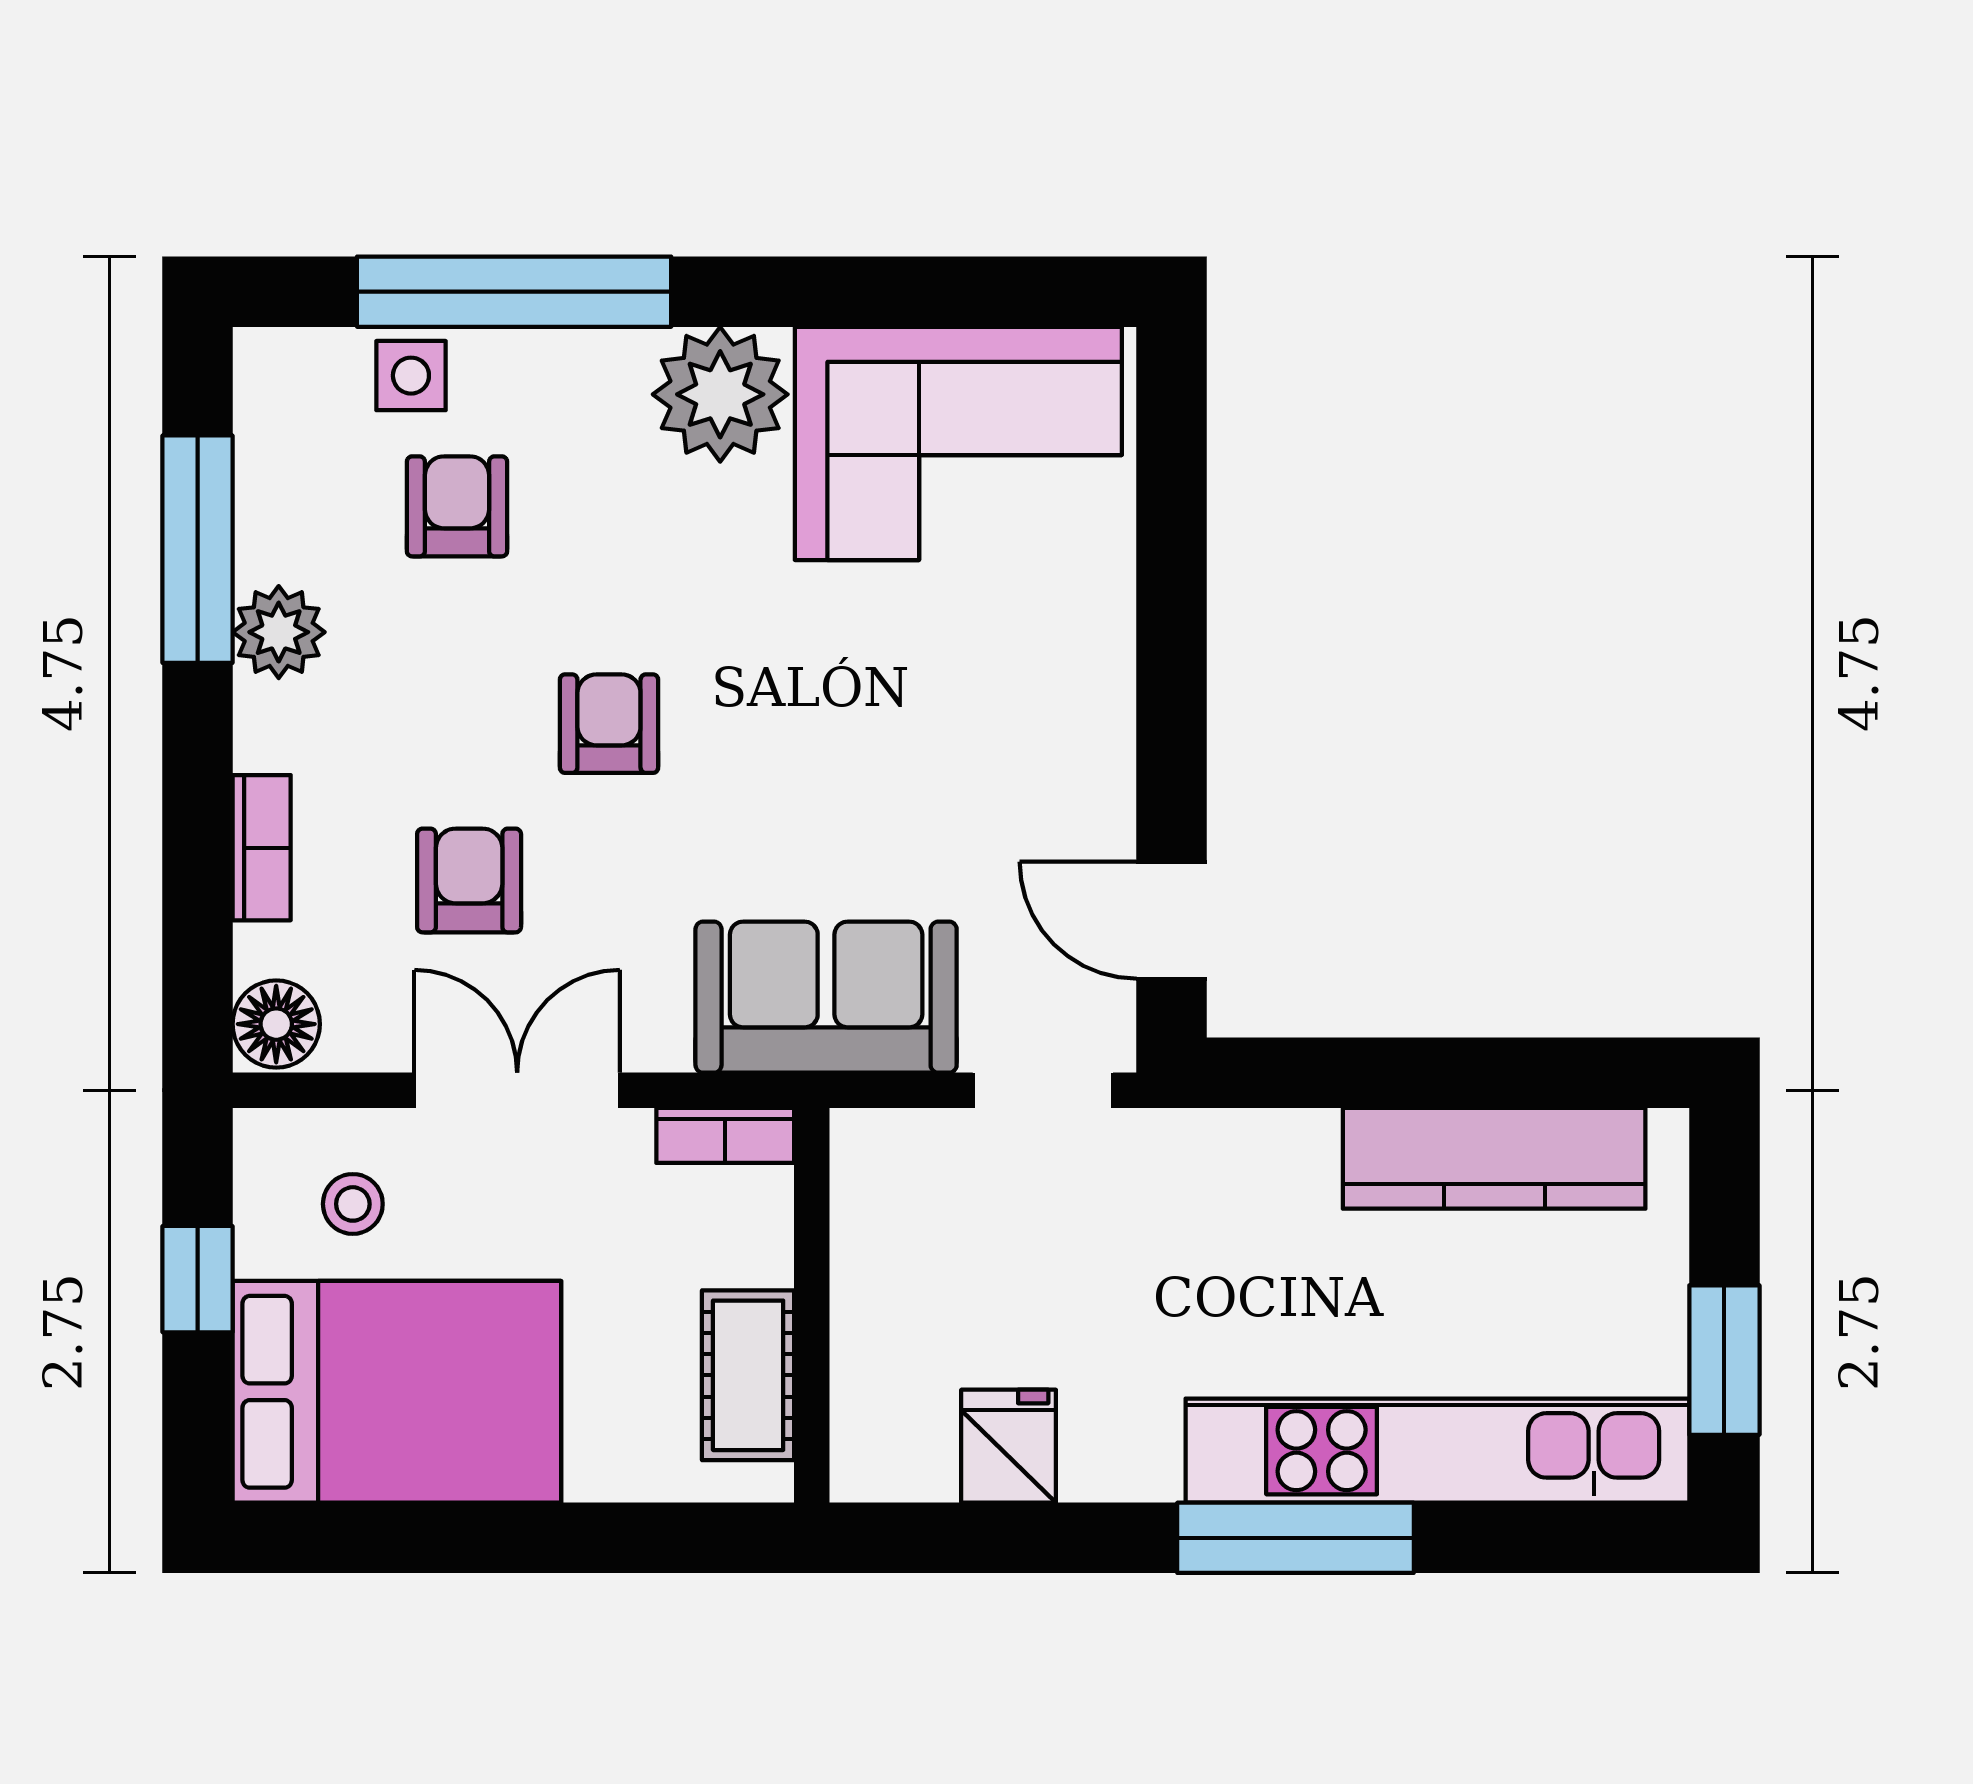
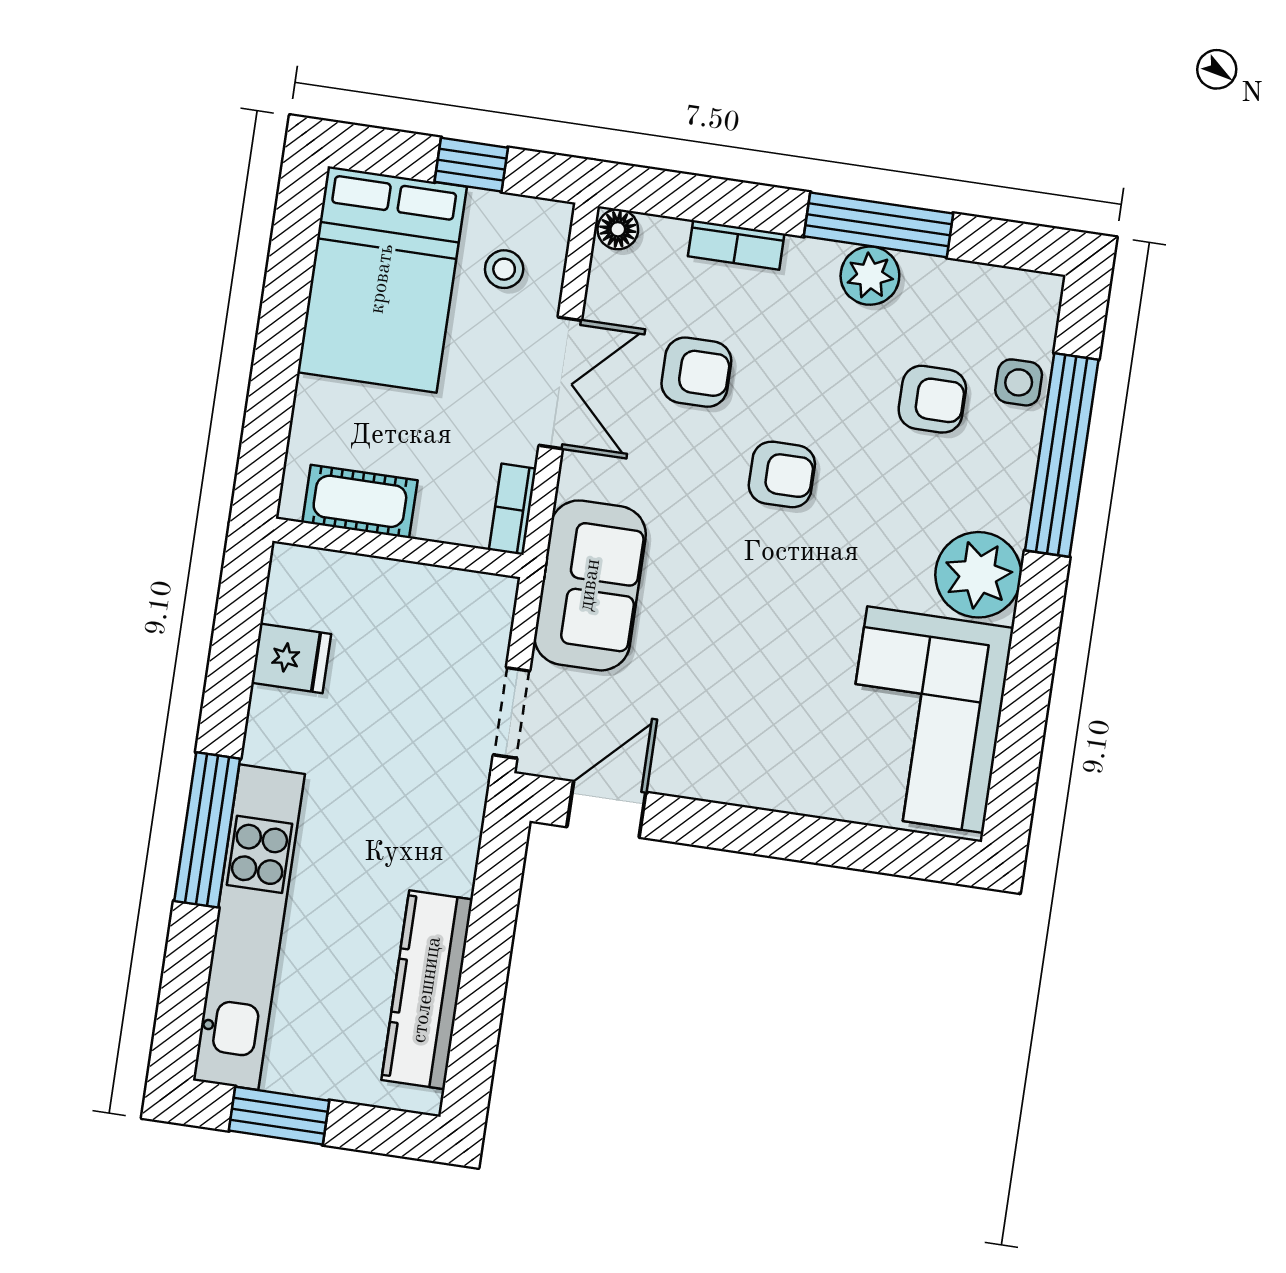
window: (198, 549) -> (879, 225), moved
floor lamp: (276, 1024) -> (618, 229), width x0.73, depth x0.73

